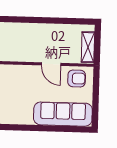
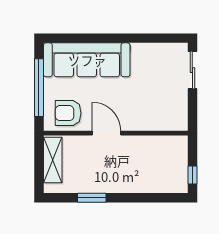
window: (62, 21) -> (92, 198), added
window: (96, 96) -> (39, 88), added

